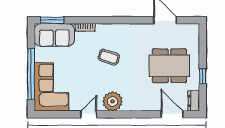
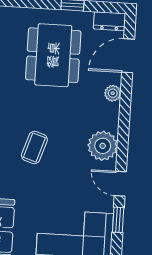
plant: (147, 106) -> (113, 93), added
window: (65, 114) -> (118, 220), added

